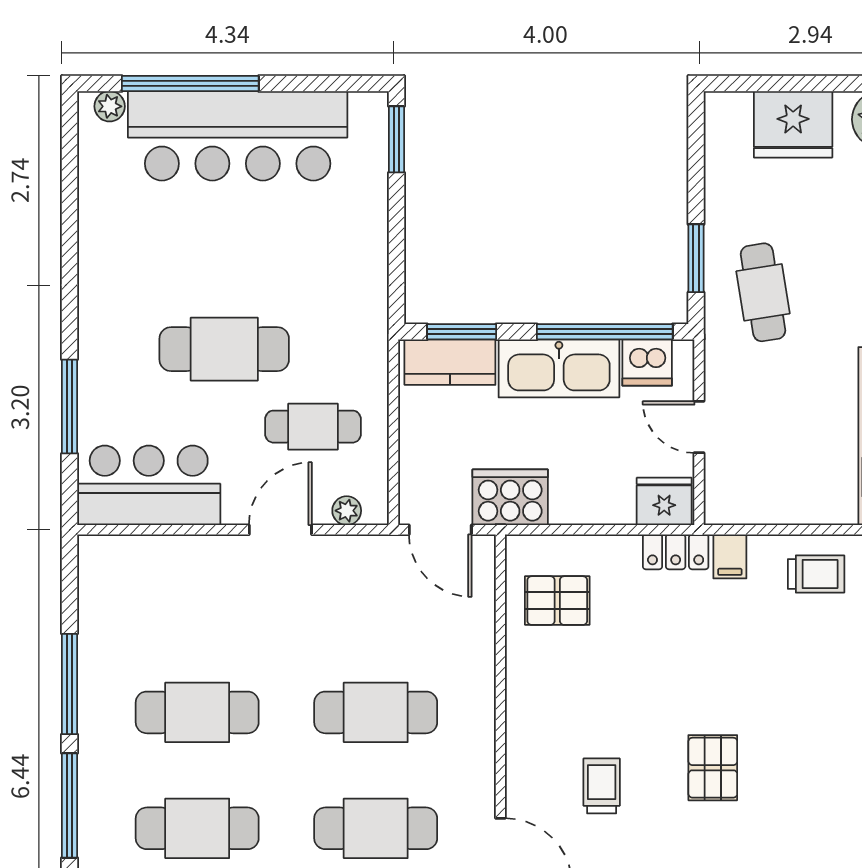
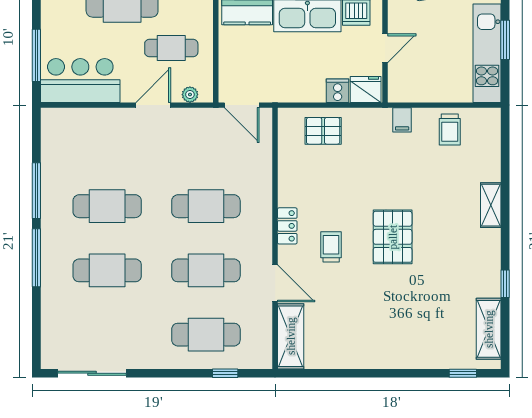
window: (69, 406) -> (36, 55), moved
door: (699, 427) -> (385, 48), swing flipped
cooker: (510, 497) -> (338, 91), moved, width x0.53, depth x0.76
locker: (676, 552) -> (287, 226), moved, turned -90
trolley: (816, 574) -> (450, 130), turned 90
pallet: (557, 601) -> (323, 131), moved
pallet: (713, 768) -> (393, 237), width x1.50, depth x1.42

